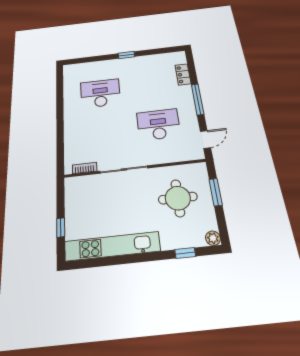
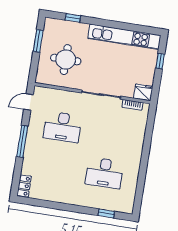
window: (126, 55) -> (106, 213), moved
locker: (183, 74) -> (24, 186), moved
fridge: (75, 185) -> (143, 92), added
window: (216, 192) -> (38, 41), moved
plant: (213, 238) -> (50, 23), removed

